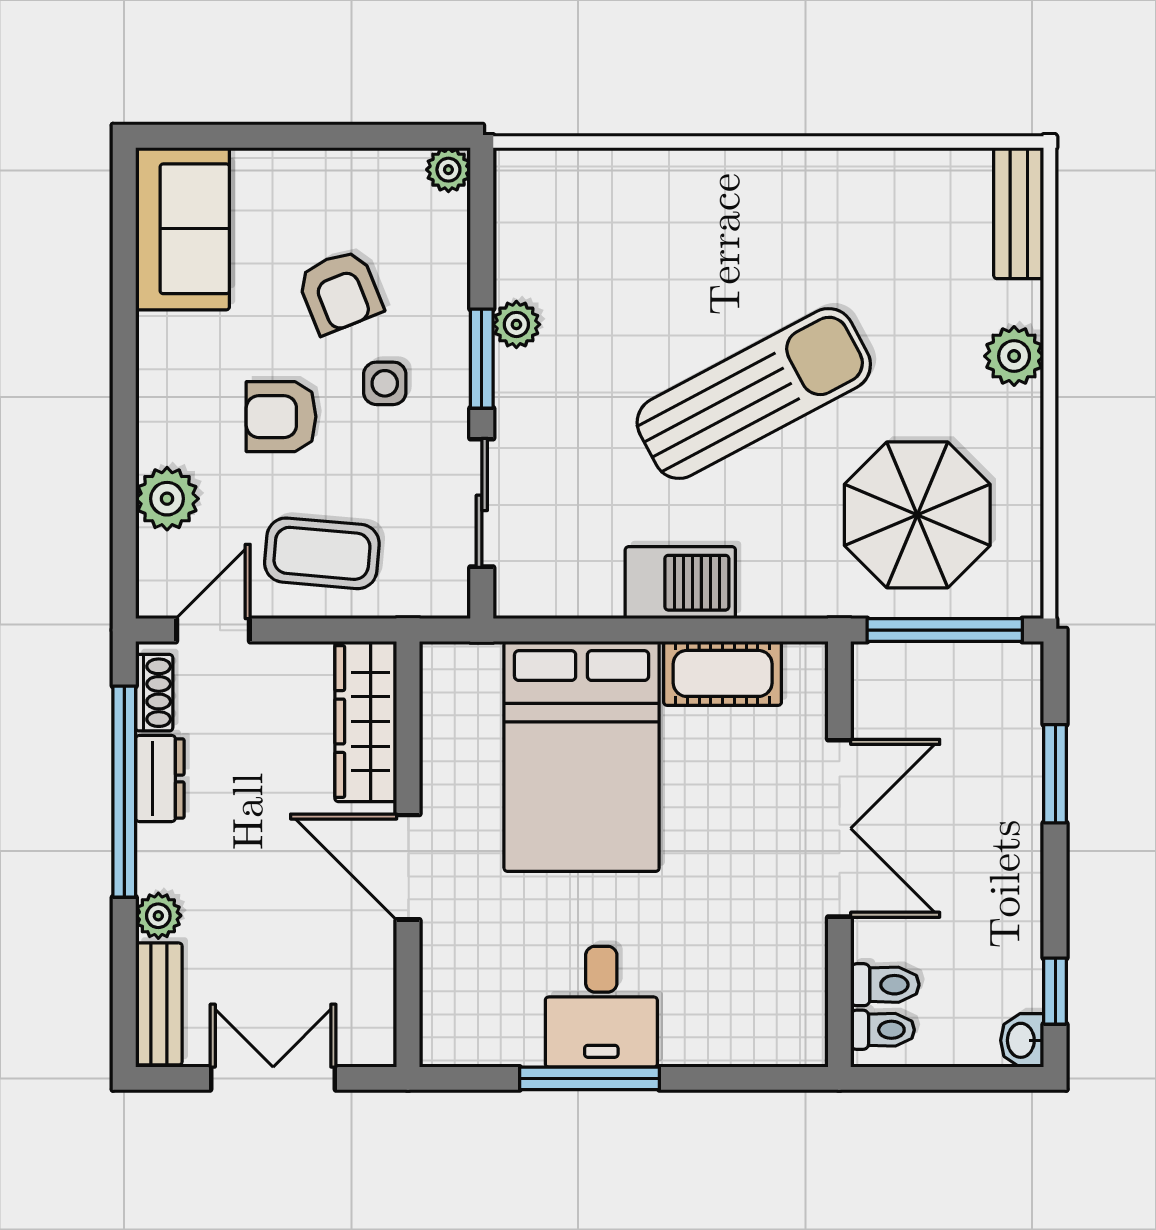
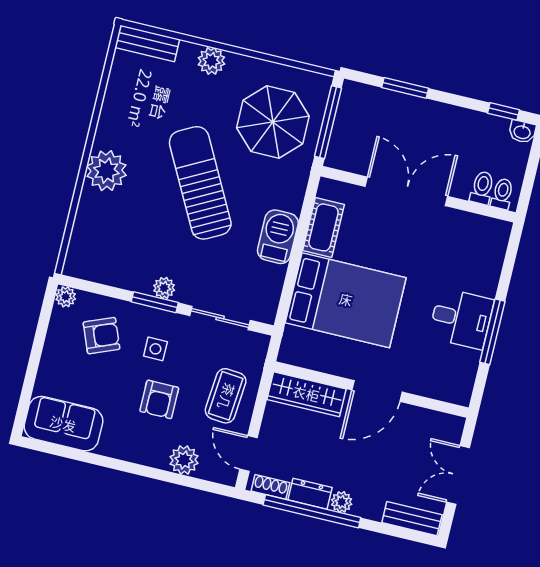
plant: (732, 192) -> (106, 171), added
armchair: (340, 292) -> (102, 336), moved
plant: (516, 324) -> (164, 288), moved
plant: (158, 916) -> (342, 502), moved

